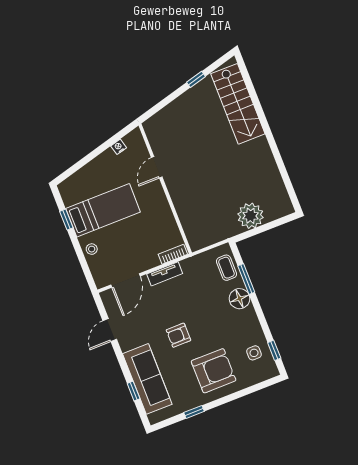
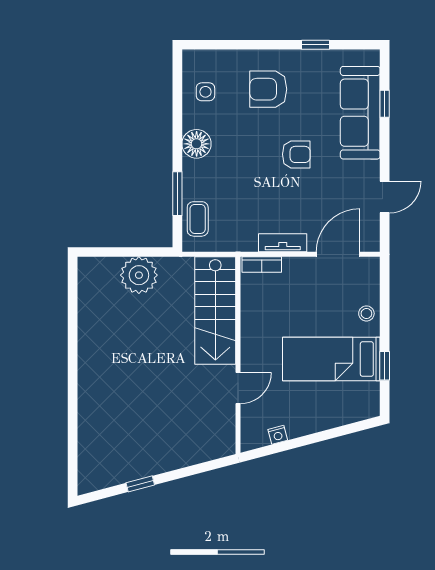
stairs: (238, 104) -> (215, 310), moved, turned 180
floor lamp: (240, 299) -> (197, 144), moved
window: (274, 350) -> (177, 85), removed
armchair: (214, 371) -> (268, 89), width x0.73, depth x0.73

